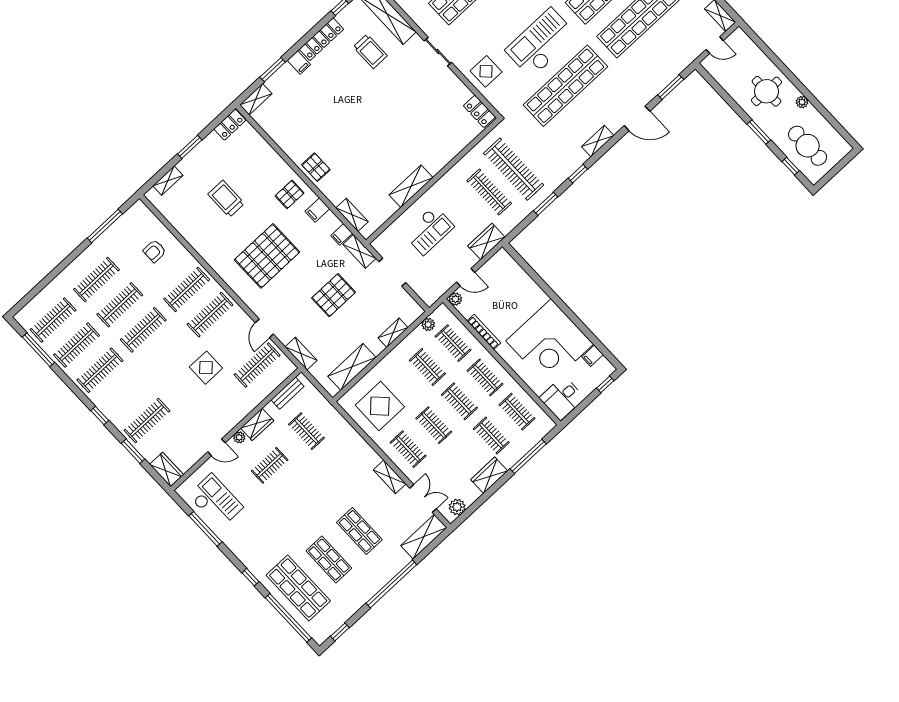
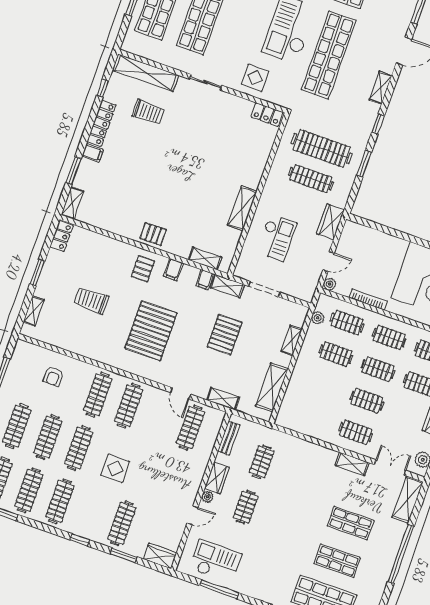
display table: (206, 368) -> (115, 468), moved
display table: (380, 406) -> (313, 408), removed
clothes rail: (306, 431) -> (262, 462), turned 90

